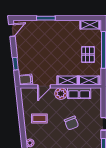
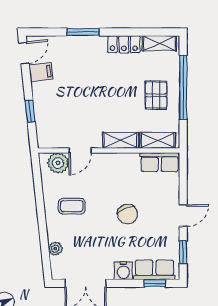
locker: (69, 25) -> (124, 44), added
filing cabinet: (26, 79) -> (41, 72), moved
row of seats: (79, 93) -> (160, 162), moved
plant: (61, 94) -> (58, 163), moved

